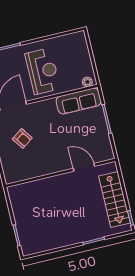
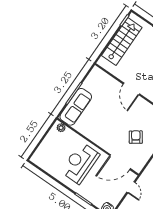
sofa: (79, 101) -> (76, 107), moved, turned 90
door: (84, 167) -> (131, 89), moved

